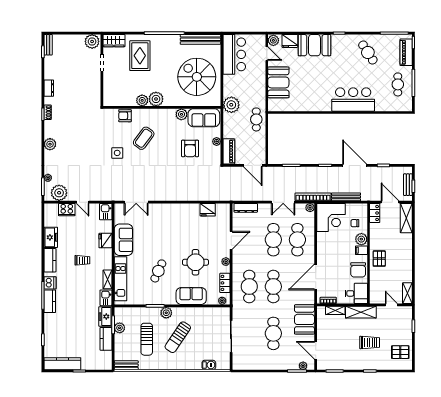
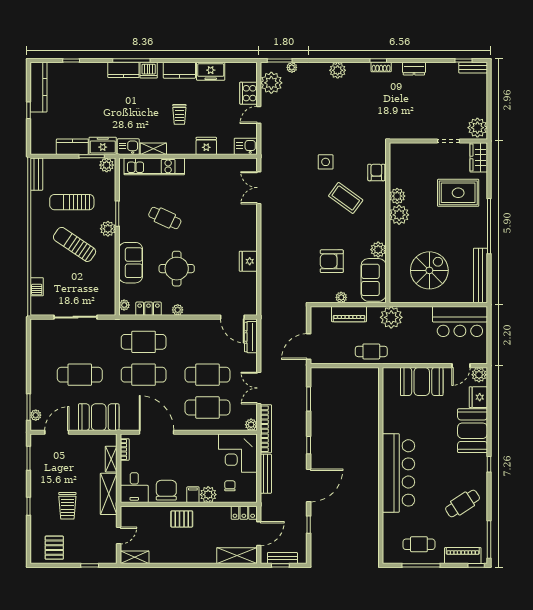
spiral stairs: (197, 77) -> (429, 270), width x0.73, depth x0.73
bar counter: (353, 99) -> (398, 473), width x1.36
piano: (229, 151) -> (349, 314), moved
fridge: (208, 210) -> (248, 261), moved
sofa: (123, 240) -> (207, 170), removed
door: (231, 240) -> (232, 317), moved
chair: (358, 270) -> (166, 490), turned 90
plant: (120, 328) -> (107, 165), moved

